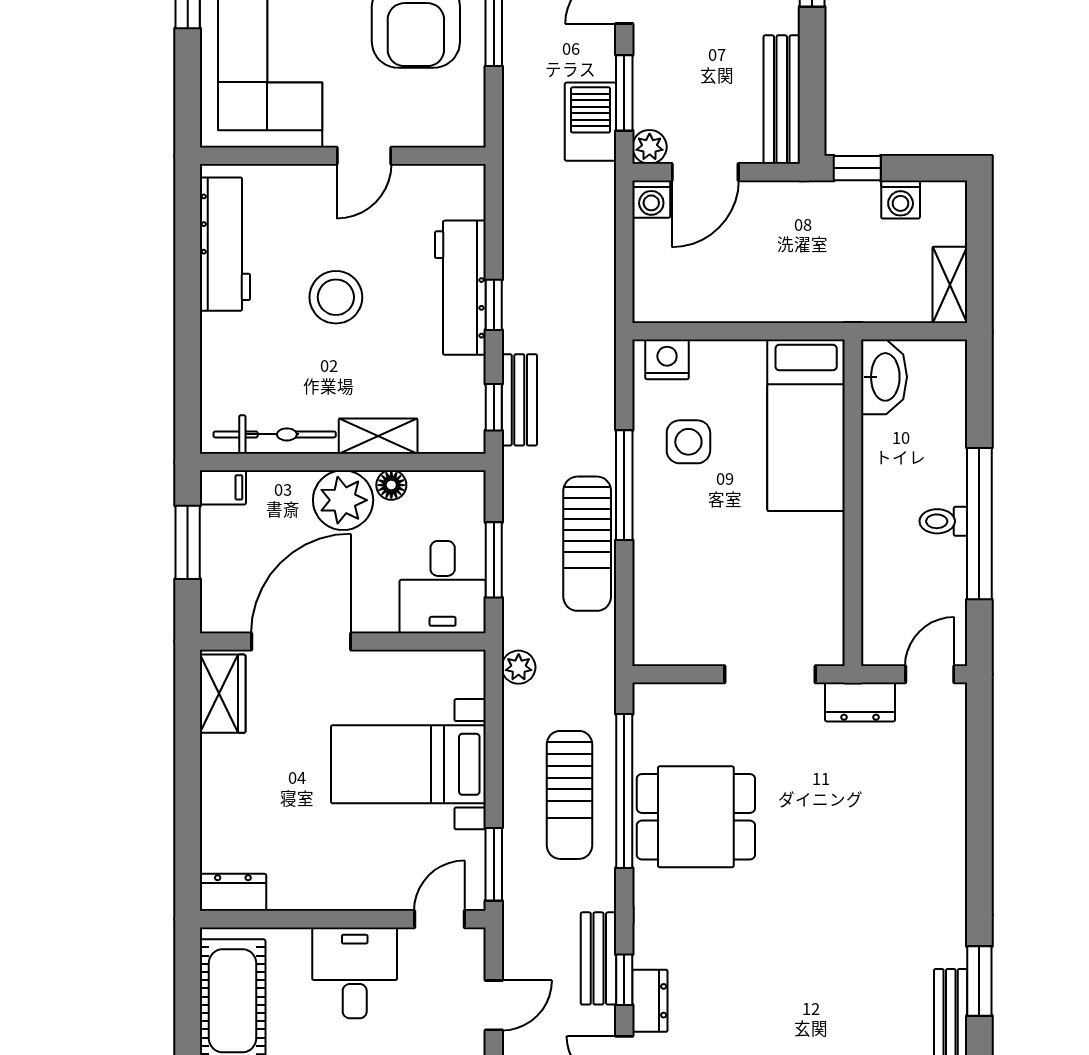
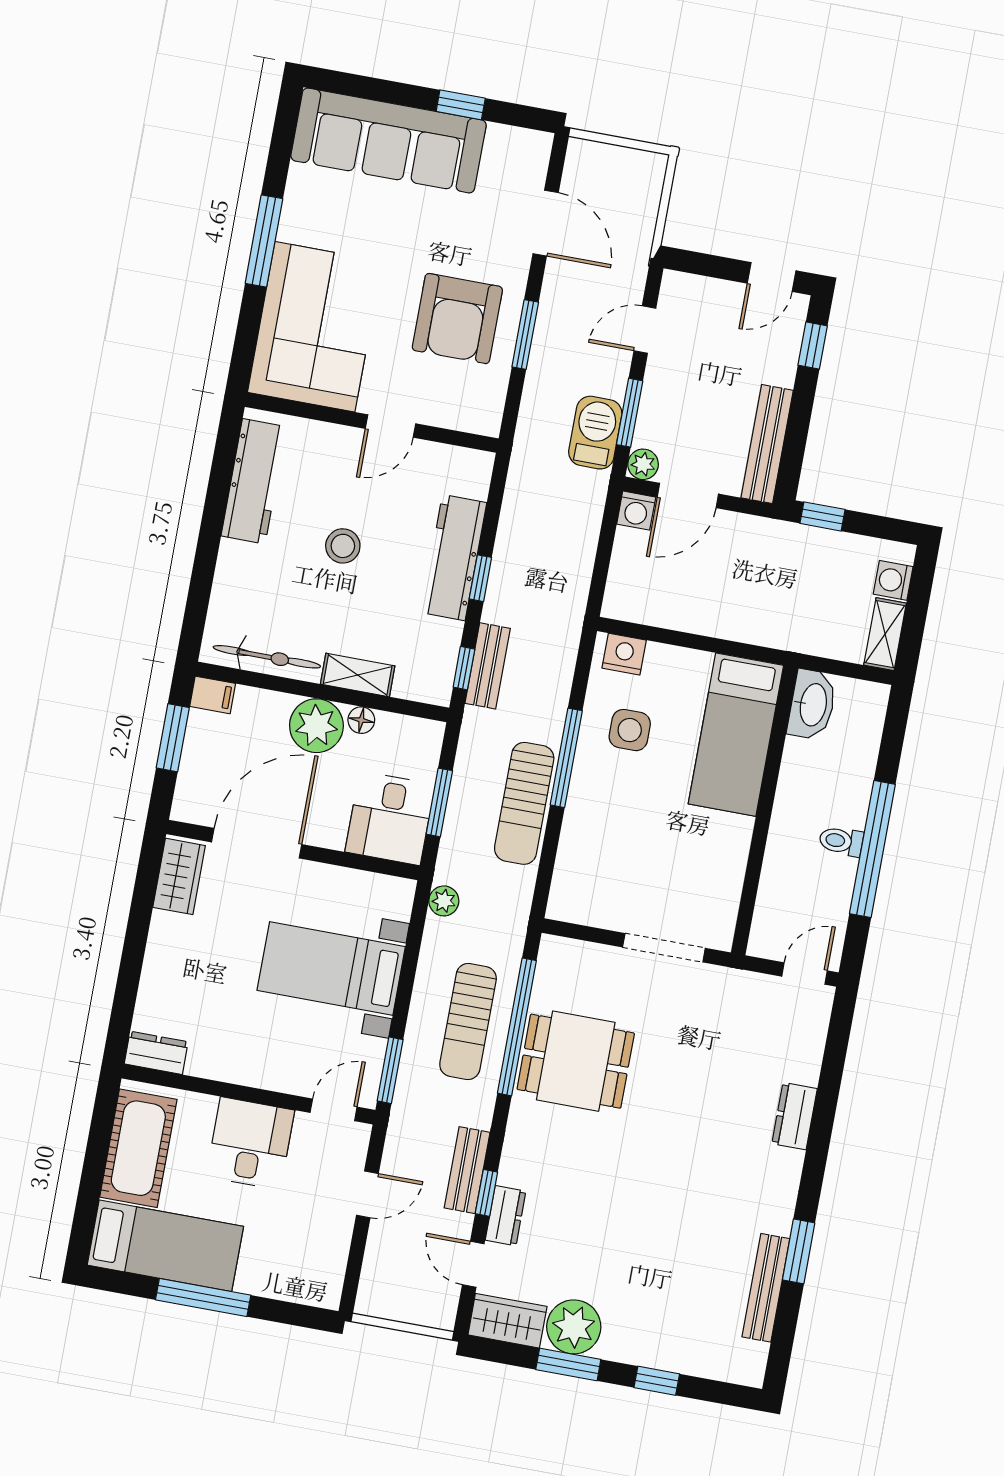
washing machine: (901, 200) -> (893, 580), moved, turned 90
stool: (336, 297) -> (343, 546), width x0.73, depth x0.73
dresser: (860, 702) -> (794, 1116), moved, turned 90

